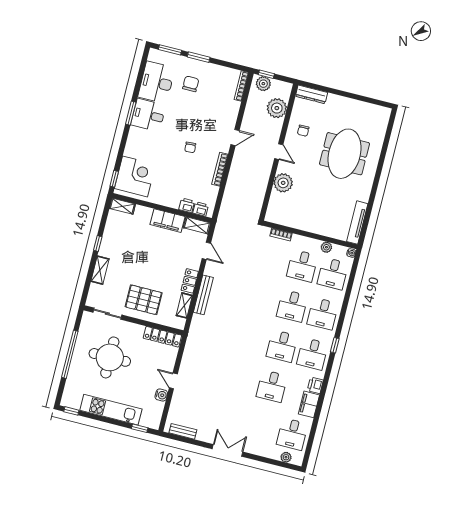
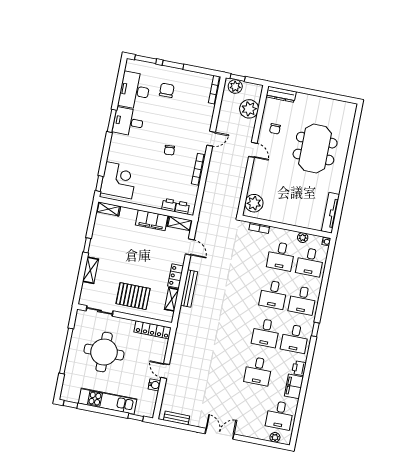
plant: (283, 183) -> (254, 203), moved

